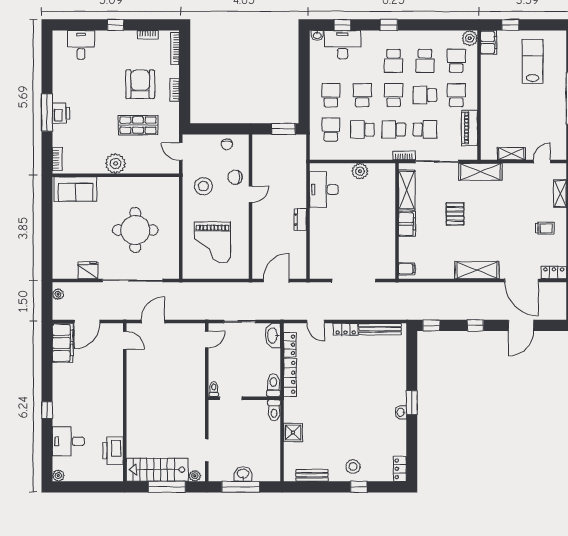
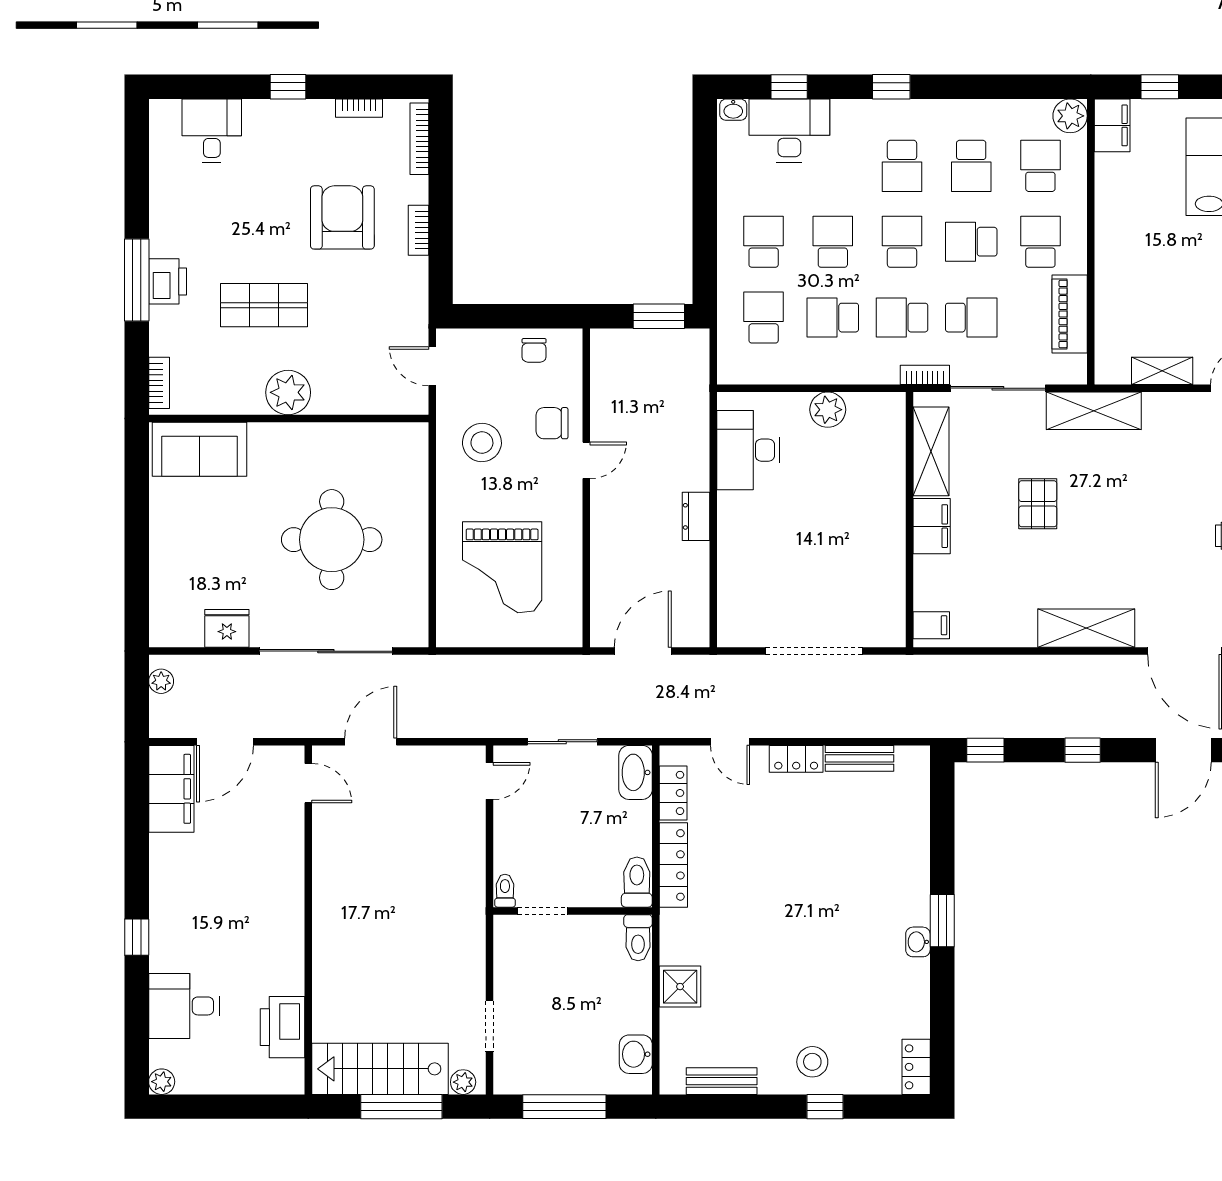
shop shelf: (138, 125) -> (264, 305), moved
bench: (380, 329) -> (860, 758), width x0.73
washbasin: (243, 474) -> (636, 1054), moved, turned -90

